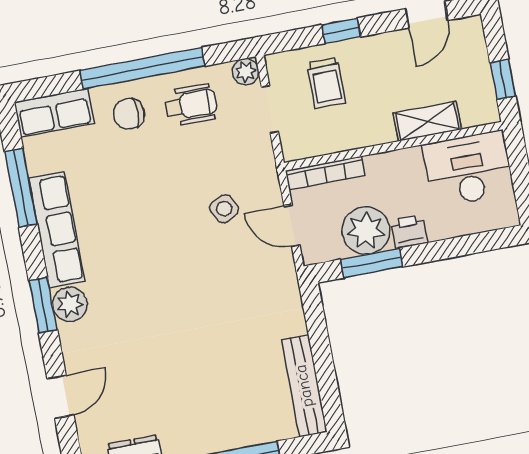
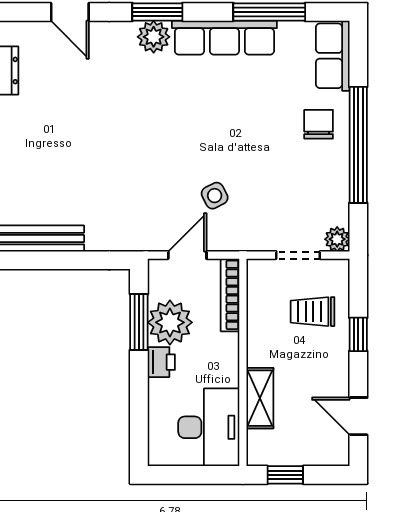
wheelchair: (191, 105) -> (316, 183), removed

